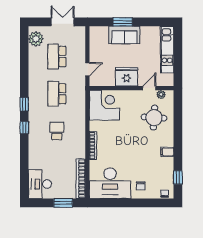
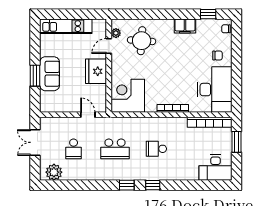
school desk: (57, 56) -> (74, 149), width x0.54
door: (149, 88) -> (109, 46), hinge flipped
filing cabinet: (167, 152) -> (185, 26), width x2.00

